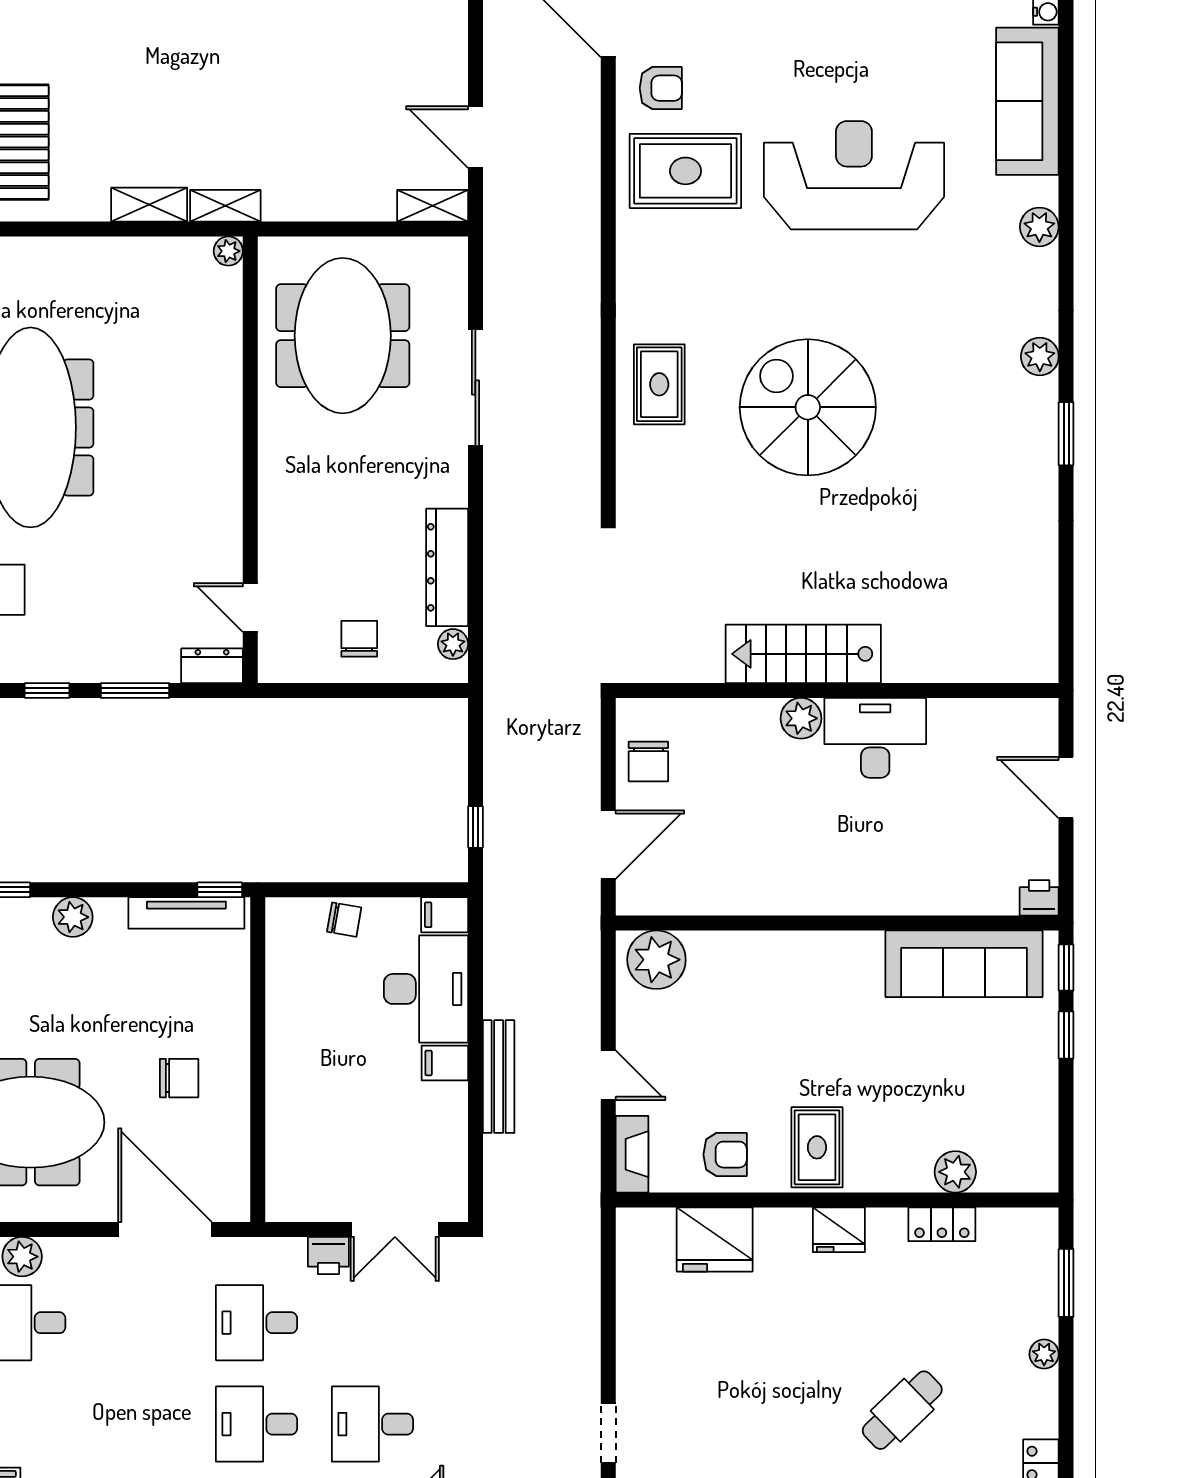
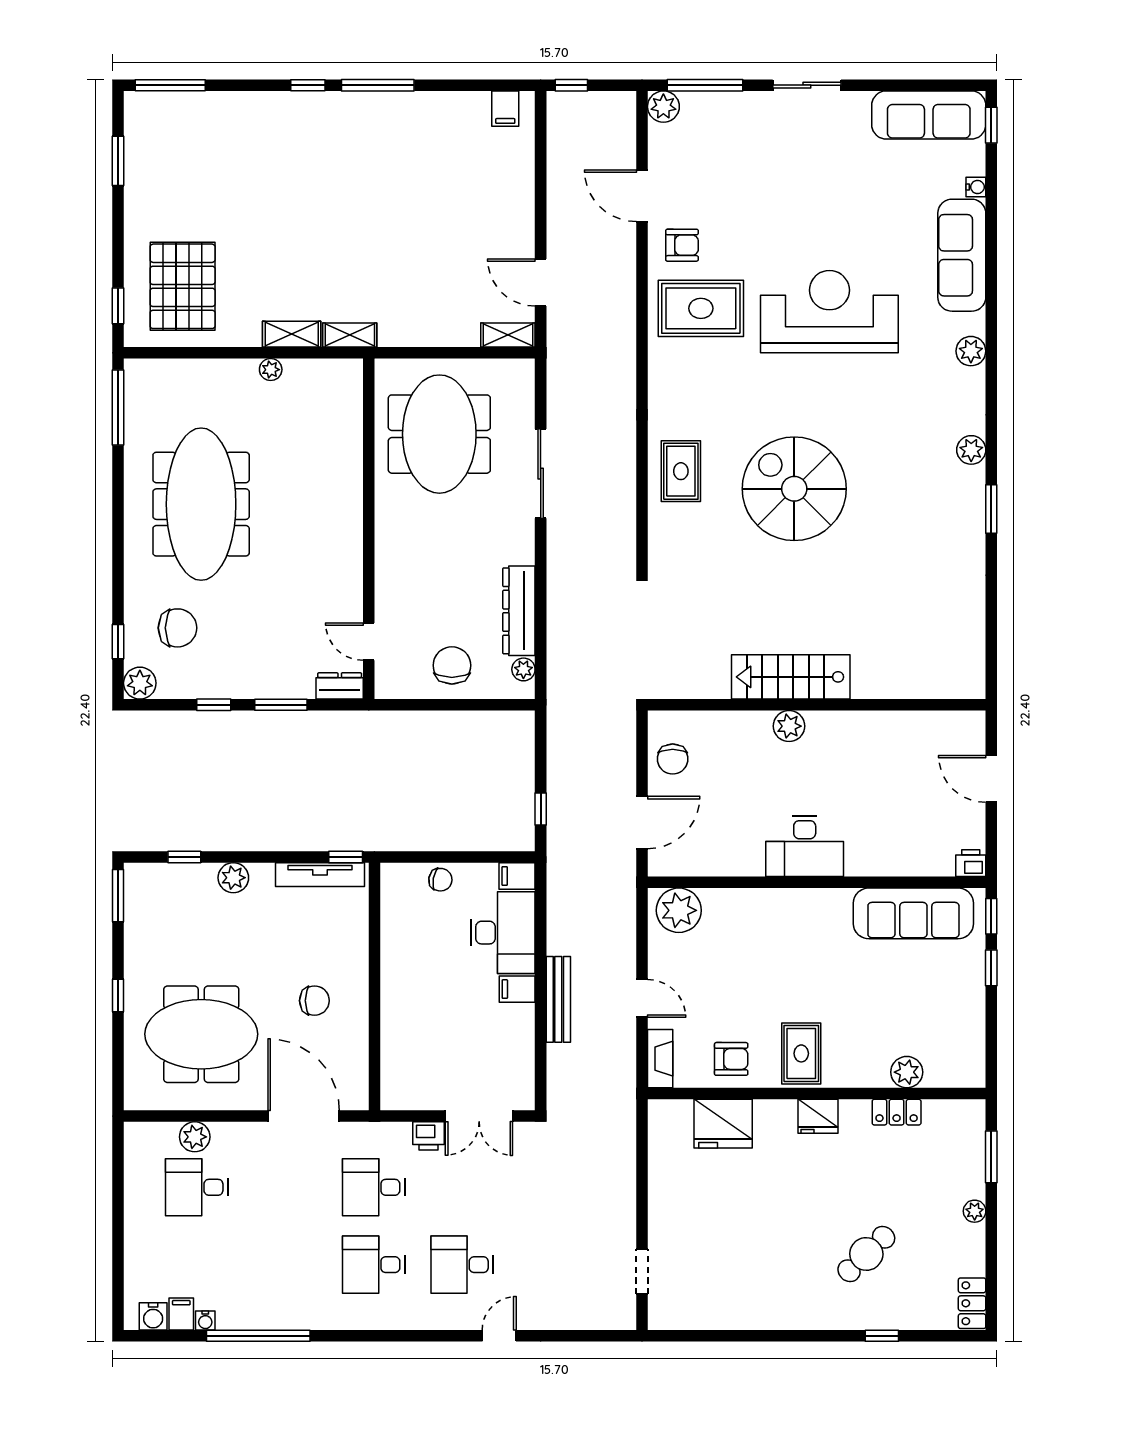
plant: (228, 251) -> (271, 370), moved
chair: (359, 639) -> (452, 665), width x1.37, depth x1.37
desk: (875, 738) -> (805, 846), moved, turned 180

